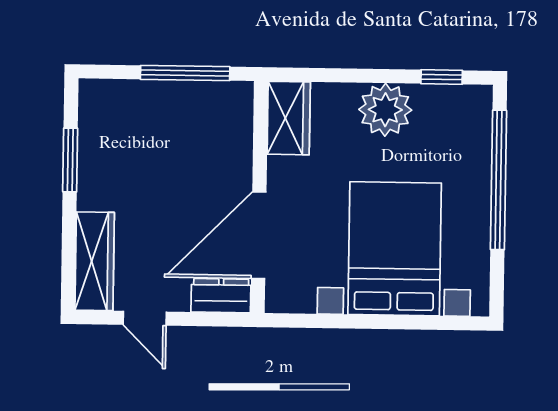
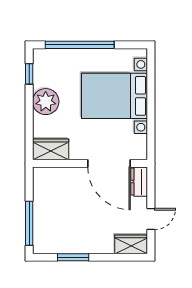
window: (185, 73) -> (29, 223), moved
wardrobe: (95, 261) -> (131, 244), width x0.67

